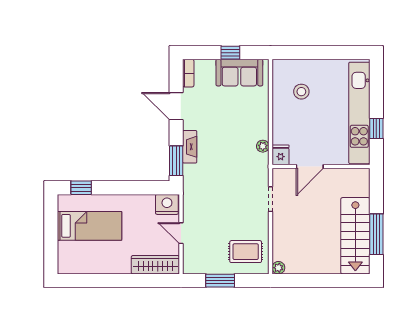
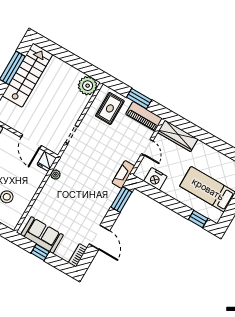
fireplace: (190, 147) -> (123, 174), moved
door: (310, 167) -> (31, 141), swing flipped
nightstand: (167, 204) -> (155, 179), moved
rug: (246, 252) -> (110, 108), turned 90
piano: (204, 265) -> (144, 116), added
plant: (278, 268) -> (88, 86), width x1.88, depth x1.88

